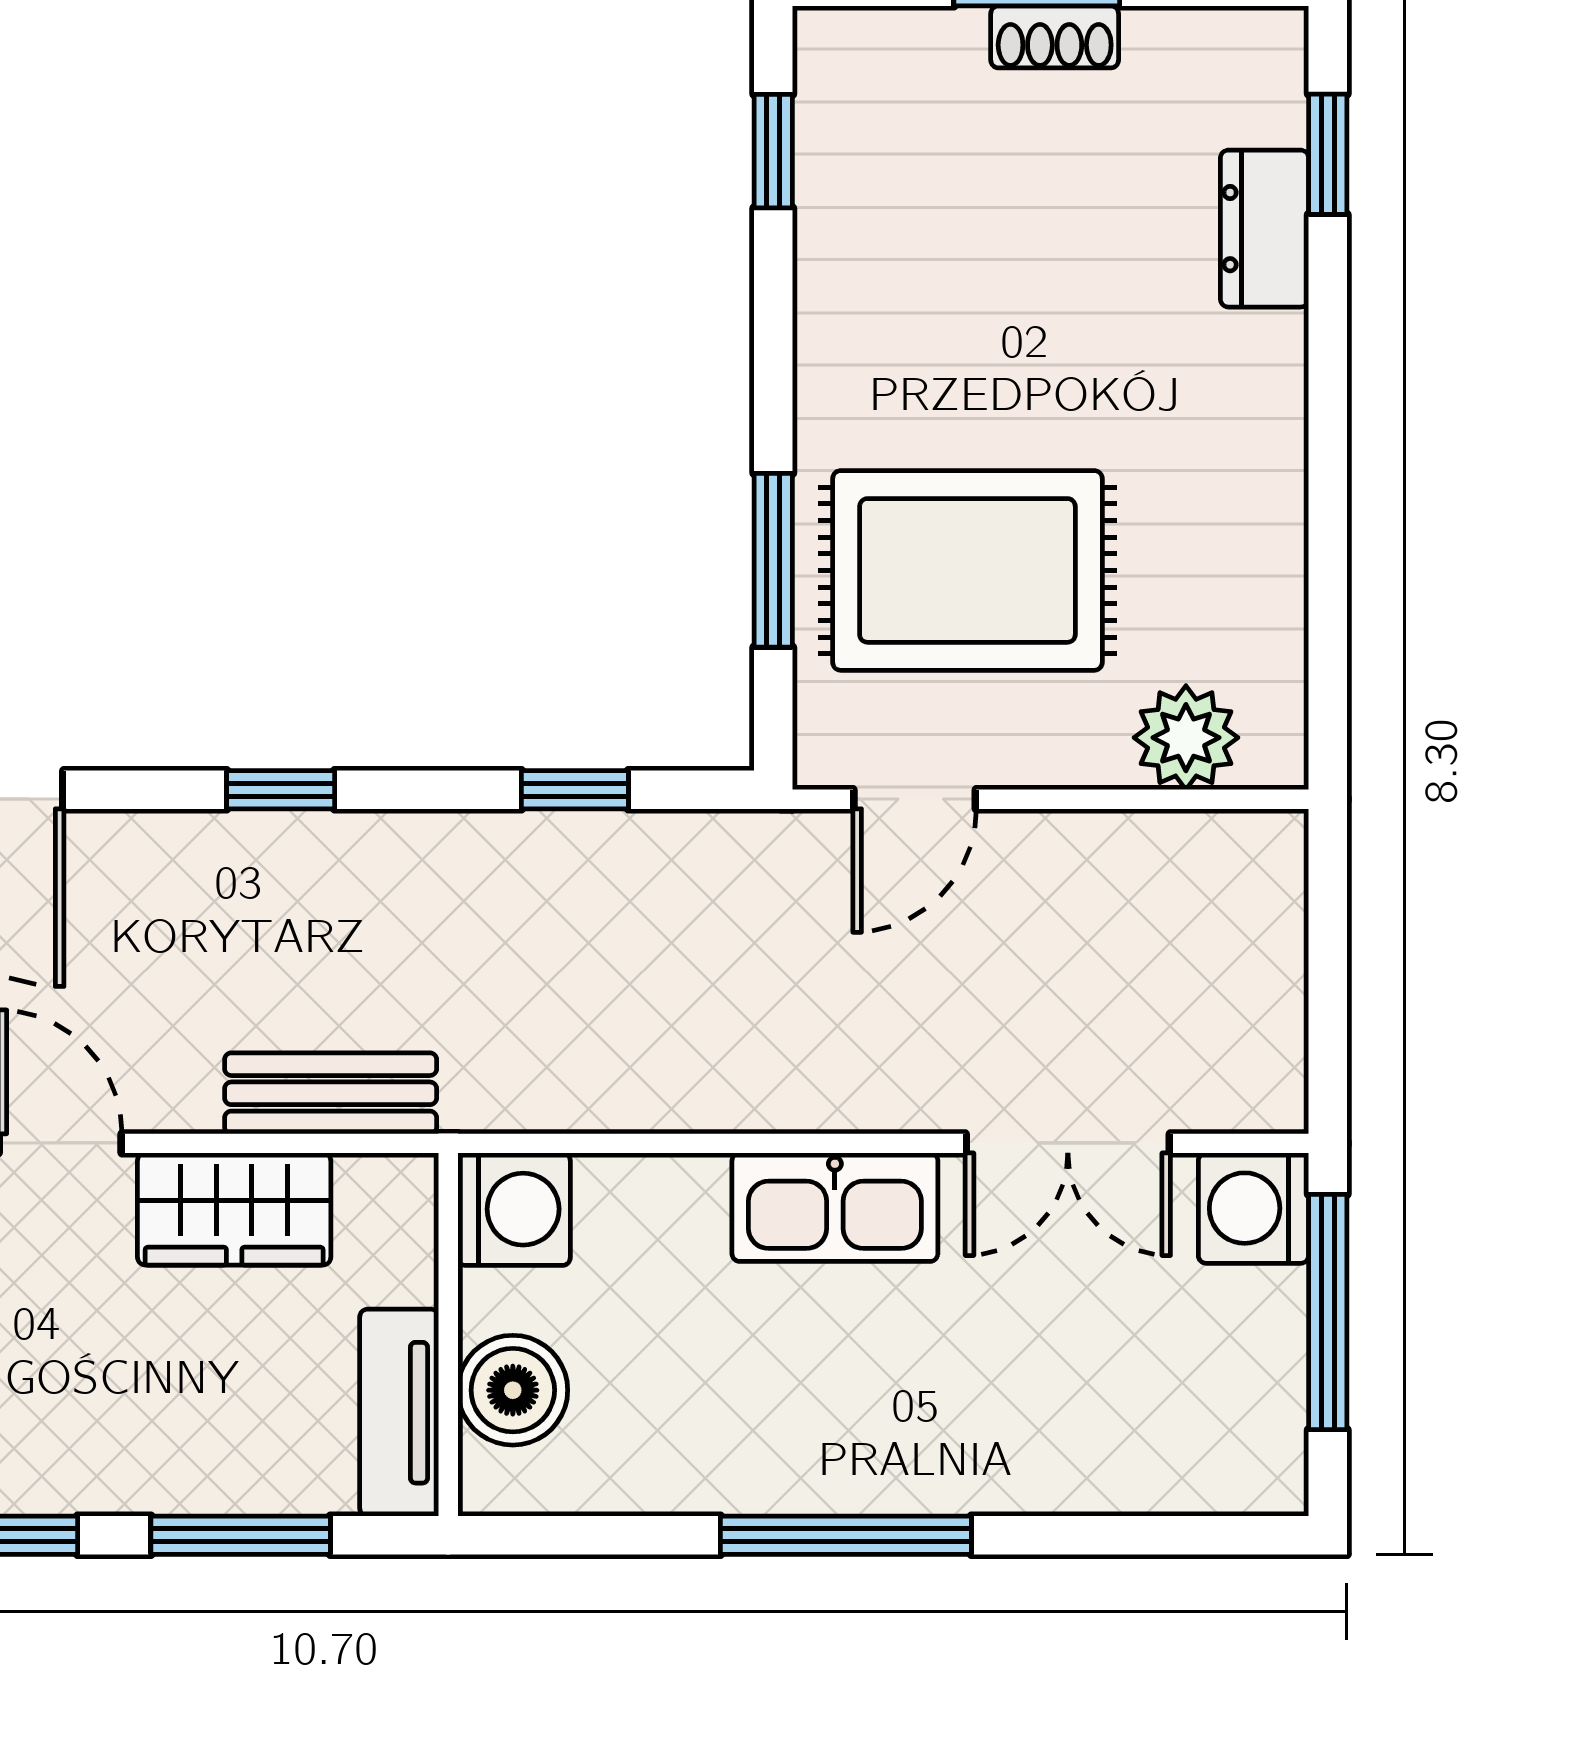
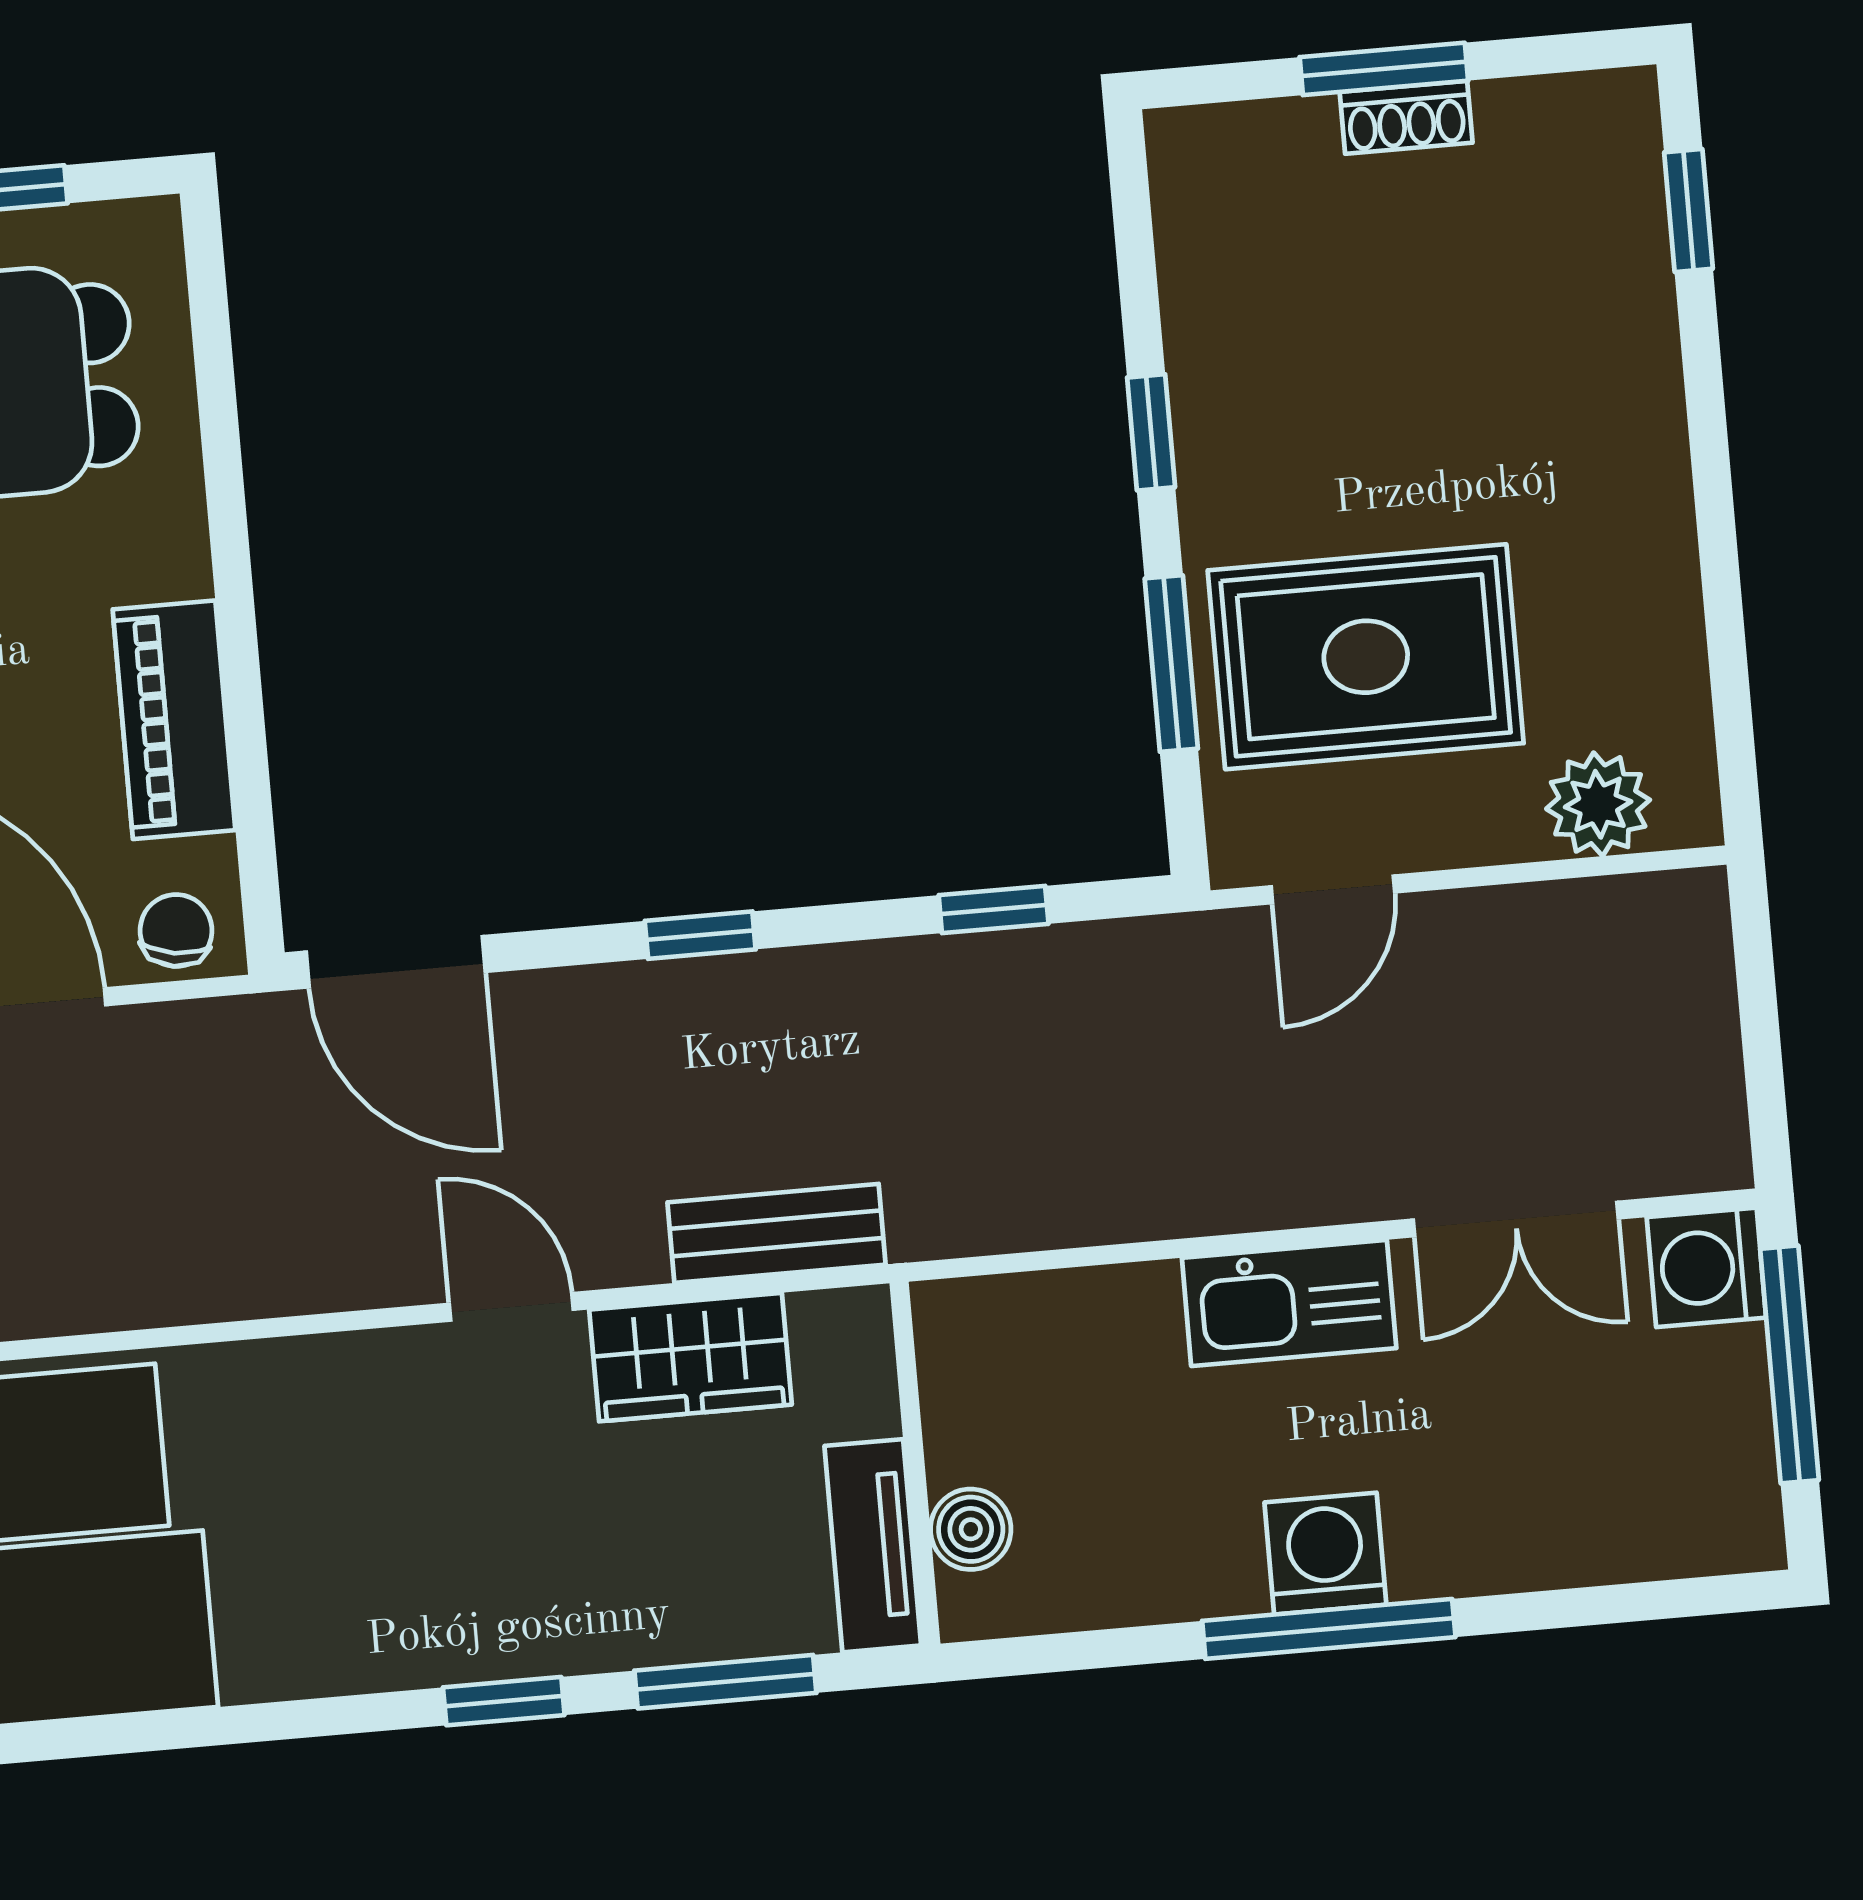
window: (773, 151) -> (1151, 432), moved
dresser: (1265, 229) -> (1632, 290), removed
washing machine: (514, 1209) -> (1325, 1554), moved, turned -90
boiler: (513, 1390) -> (971, 1529), width x0.73, depth x0.73

